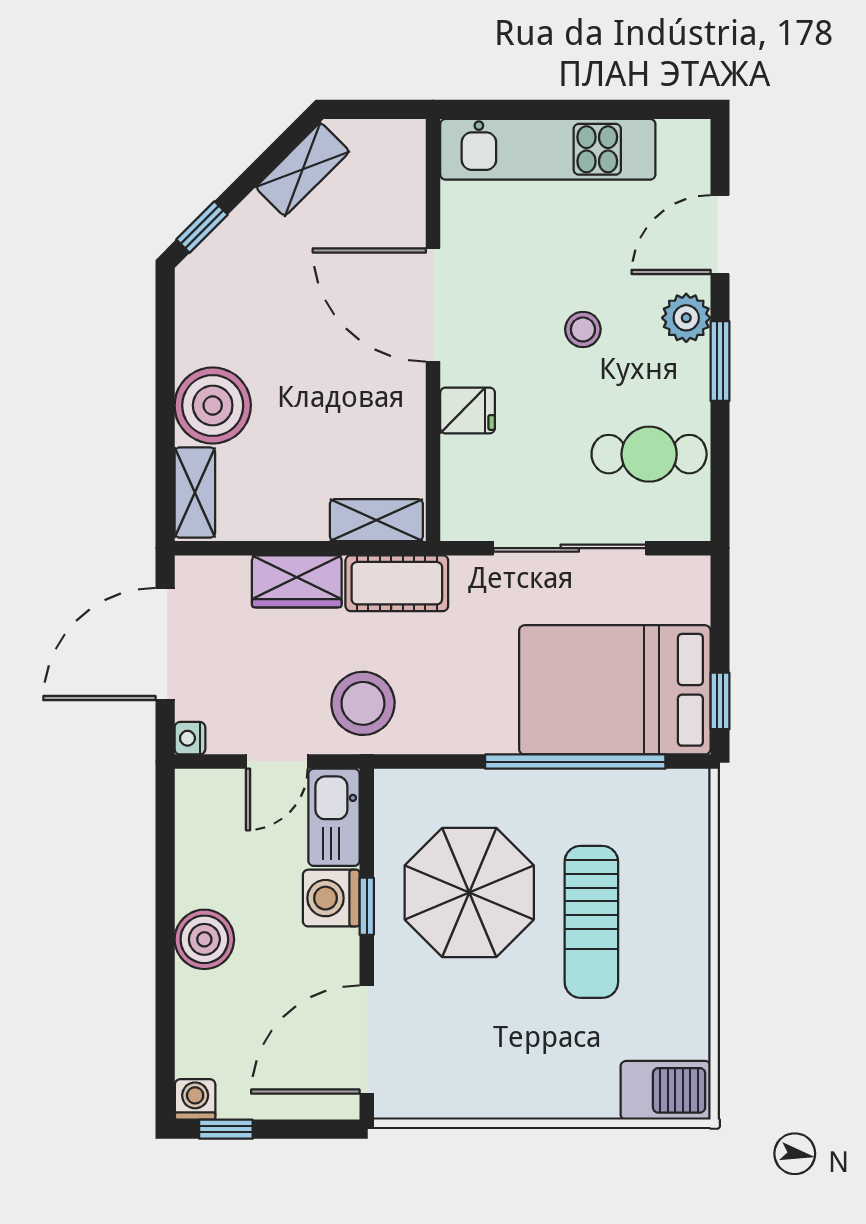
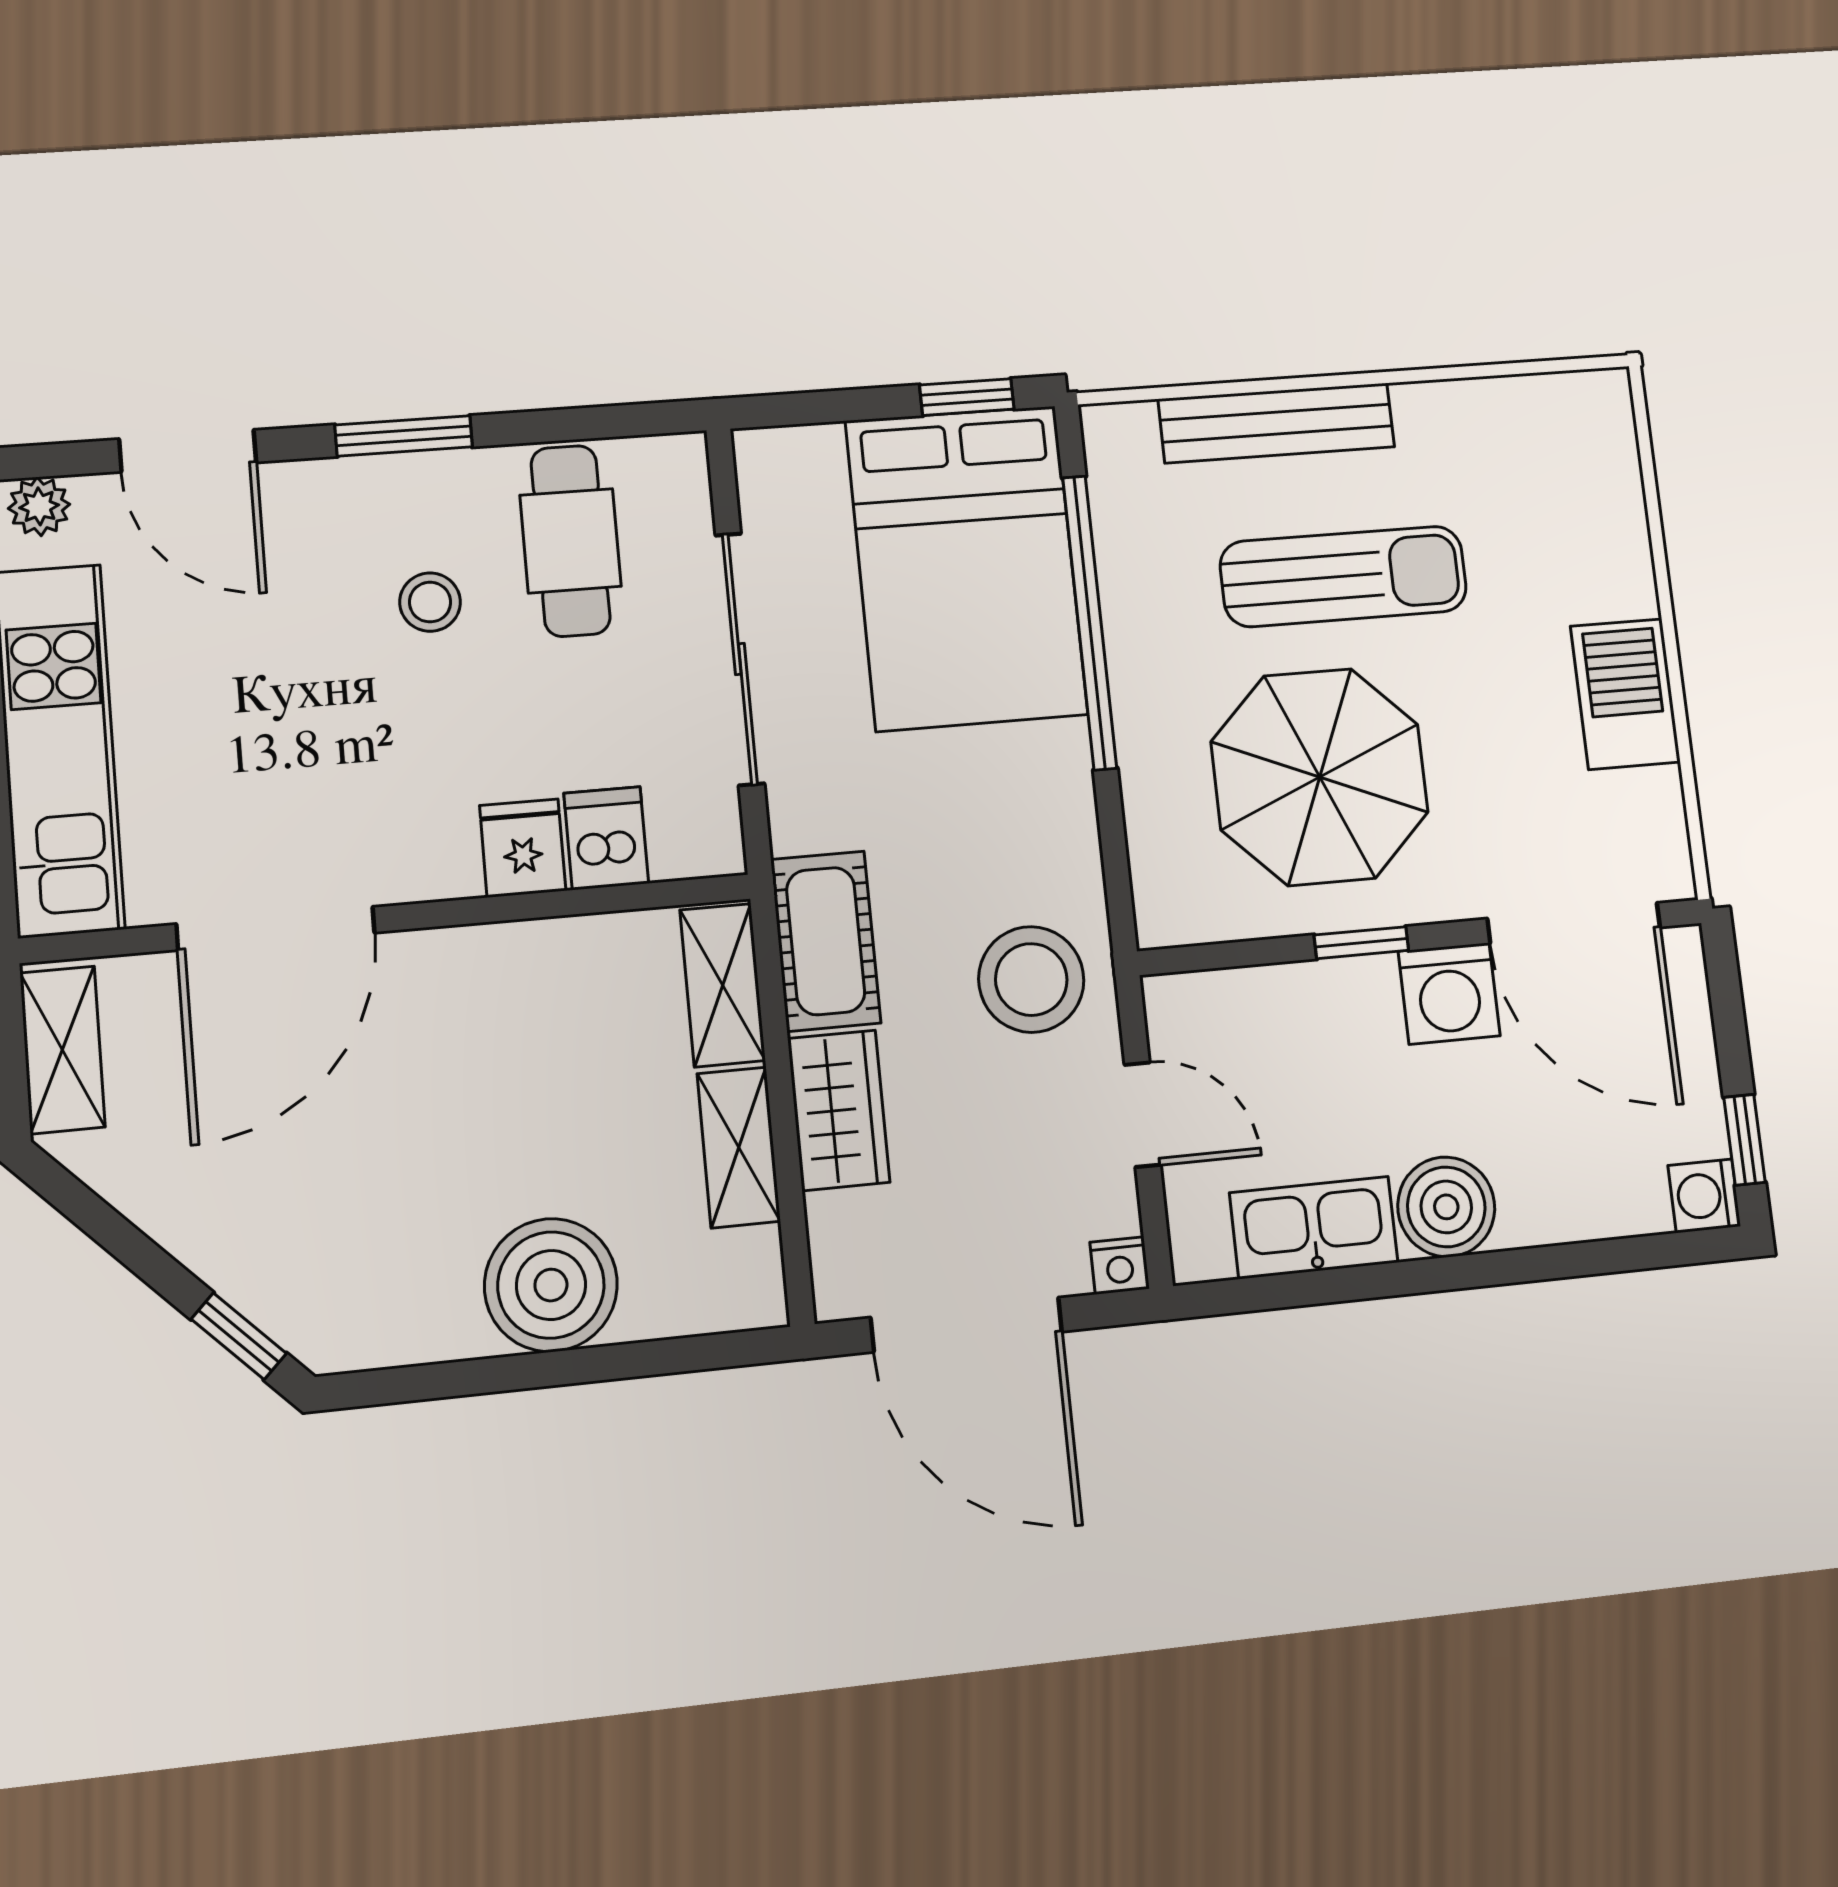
shelving: (303, 169) -> (62, 1050), moved, turned 45
door: (433, 305) -> (276, 928), moved
plant: (686, 318) -> (39, 506), moved, width x0.73, depth x0.73
stool: (583, 329) -> (430, 602), moved
dishwasher: (469, 460) -> (606, 838), added
shelving: (195, 493) -> (739, 1147), moved, turned 90
kitchen sink: (334, 817) -> (1314, 1228), moved, turned 180
bench: (690, 891) -> (1276, 423), added
washing machine: (331, 898) -> (1449, 994), moved
barbecue: (666, 1090) -> (1625, 694), moved

